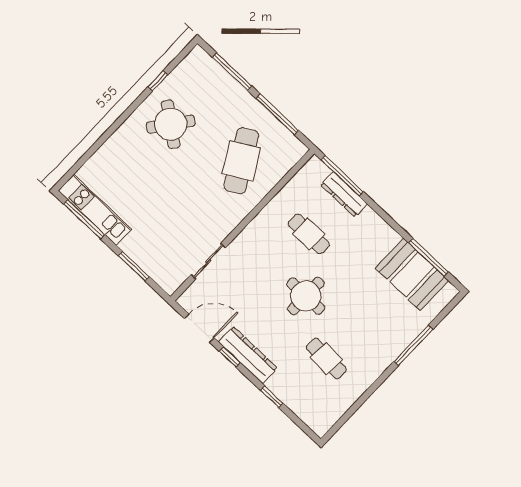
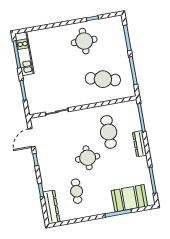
round table: (171, 124) -> (84, 41), turned -37
cafe table: (241, 161) -> (103, 79), turned 44
dresser: (344, 194) -> (139, 144), moved
cafe table: (309, 234) -> (109, 132), width x1.37, depth x1.35
booth: (412, 274) -> (129, 198), moved, turned 90
door: (199, 328) -> (32, 138), swing flipped
dresser: (248, 355) -> (51, 207), moved

